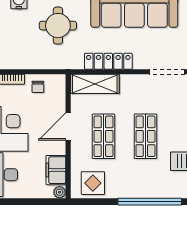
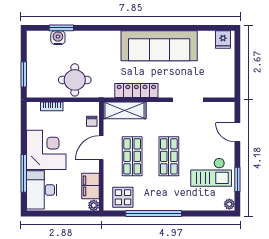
round table: (58, 26) -> (75, 80), moved
chair: (38, 87) -> (92, 121), moved
window: (150, 202) -> (154, 214), moved

